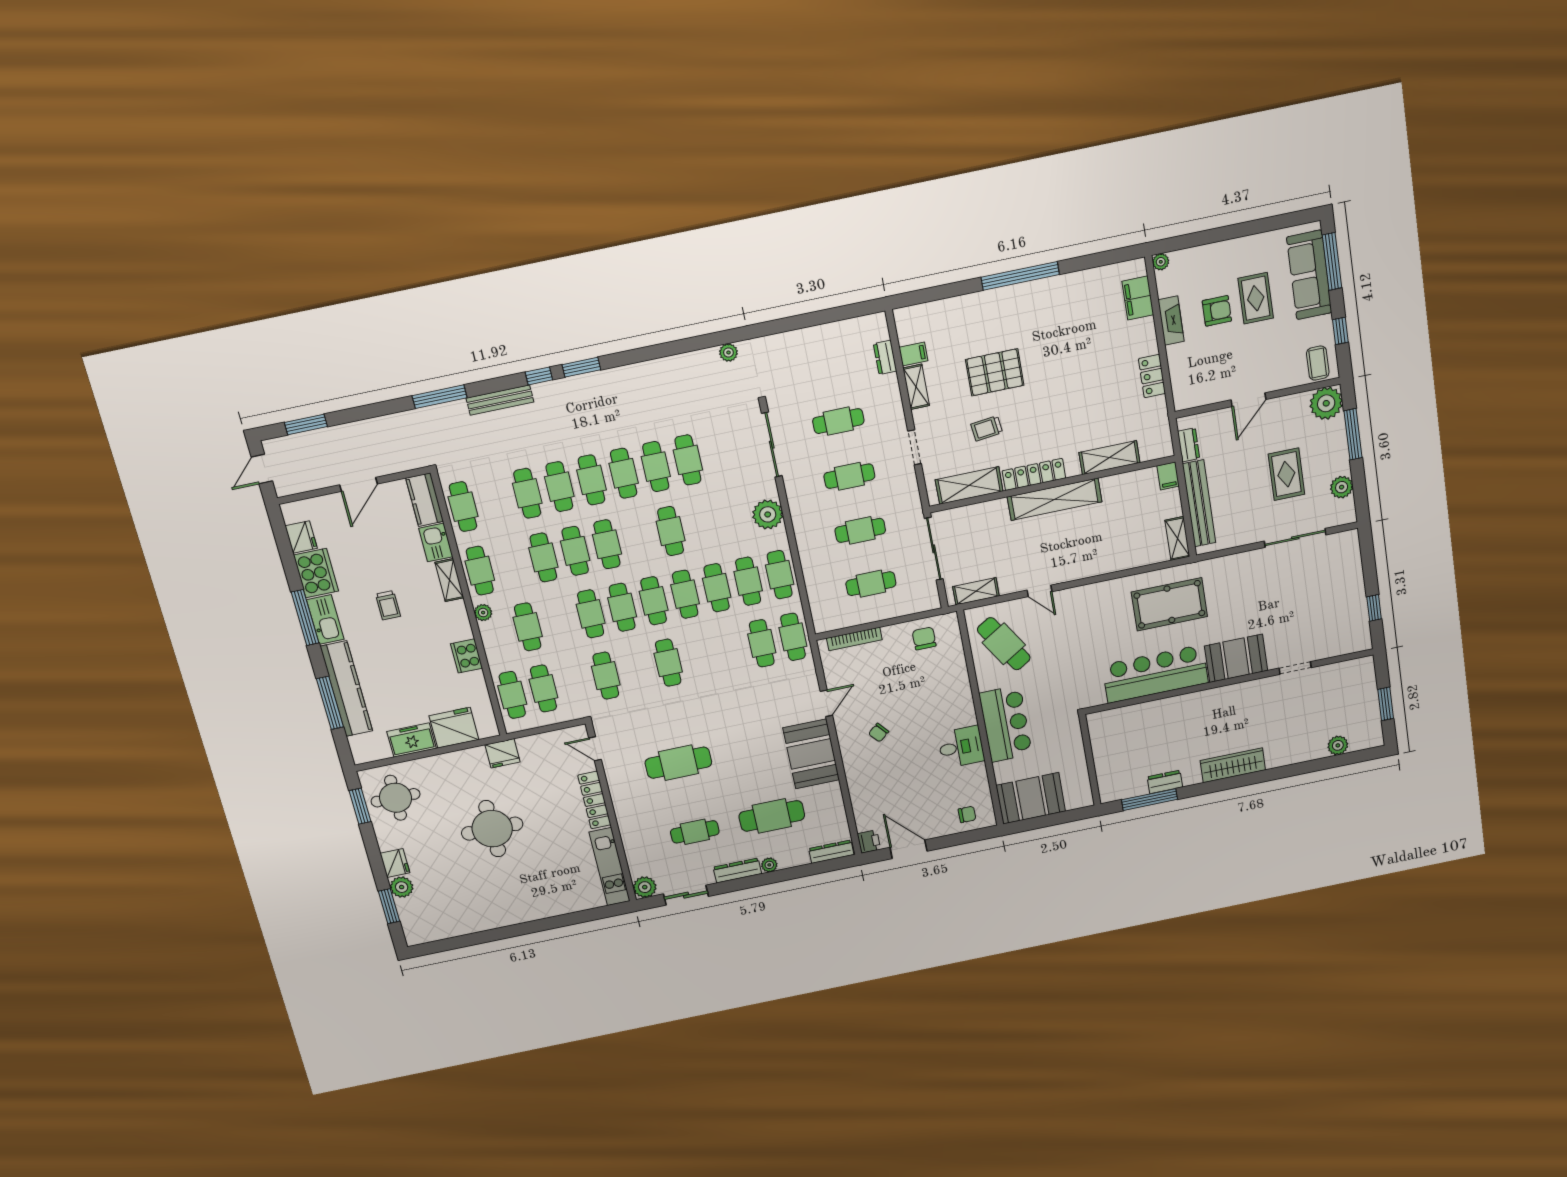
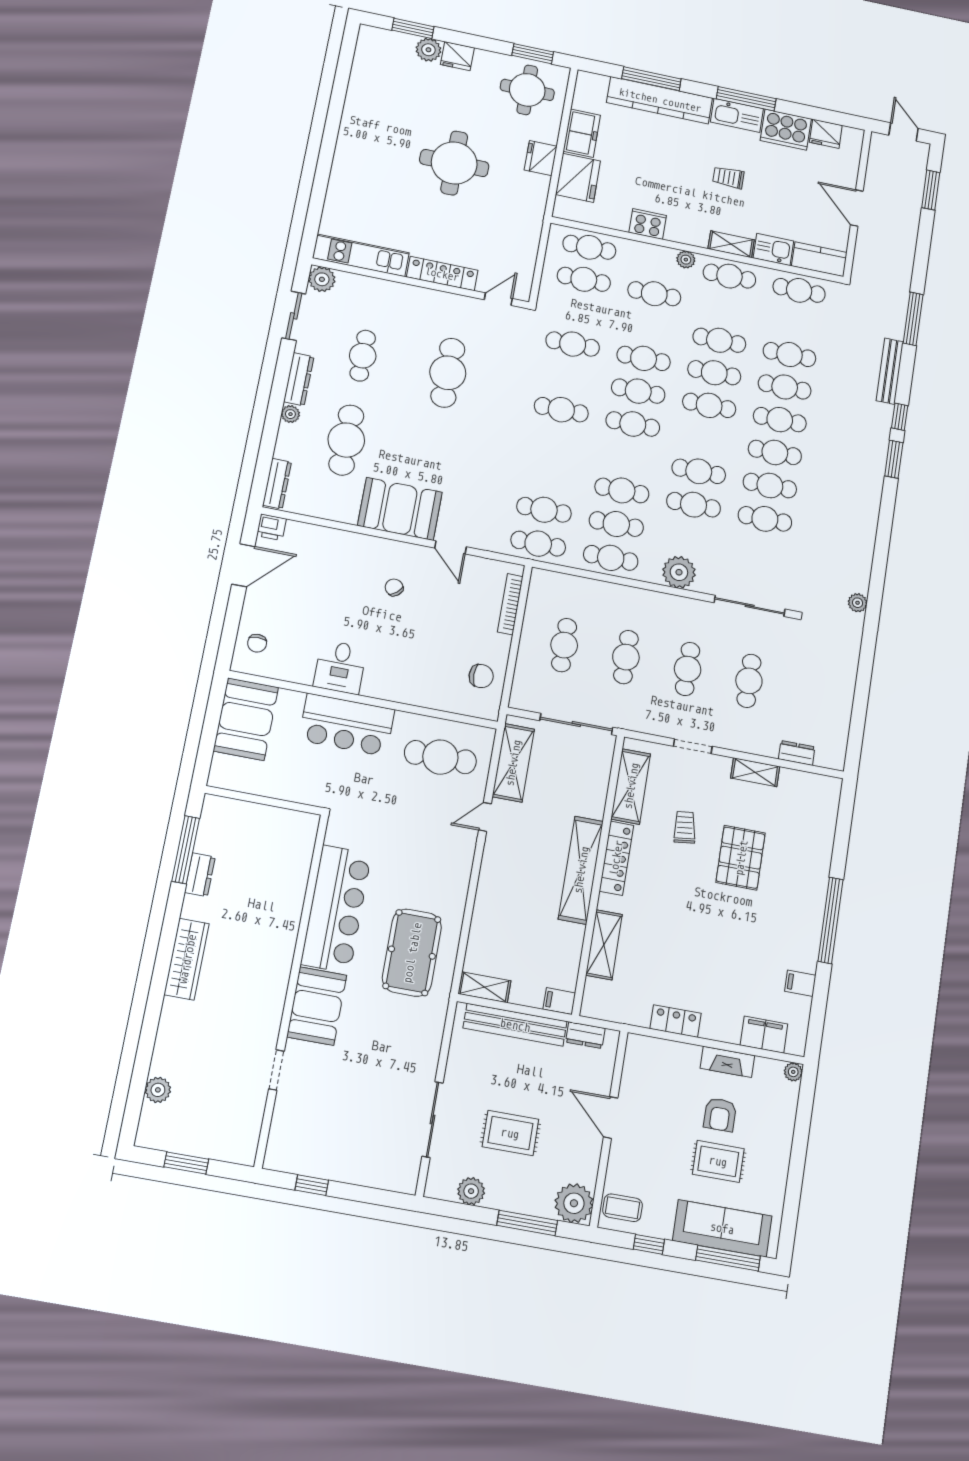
filing cabinet: (913, 354) -> (800, 983), moved, turned 90
shelving: (976, 591) -> (513, 763), width x1.50, depth x1.33
cafe table: (685, 594) -> (693, 505), moved
cafe table: (1004, 644) -> (440, 757), turned 32
fridge: (503, 753) -> (541, 158), moved

